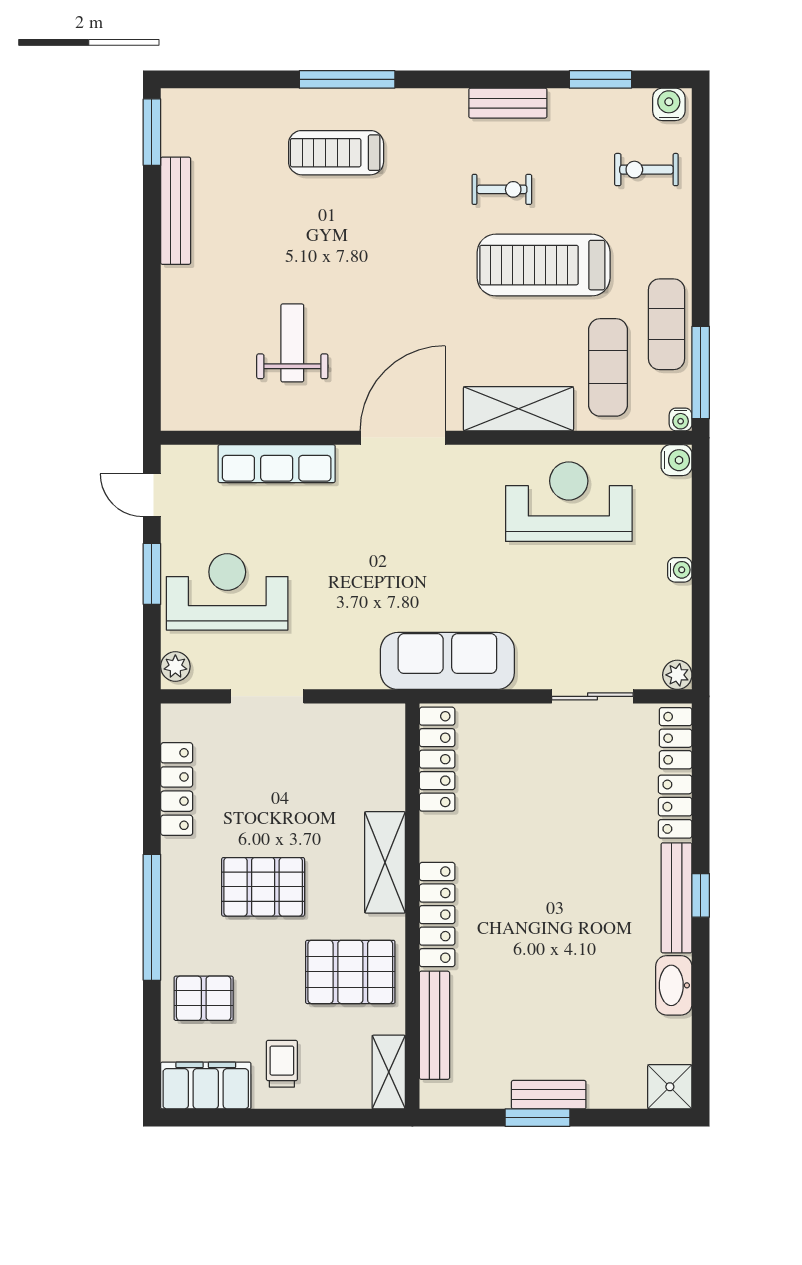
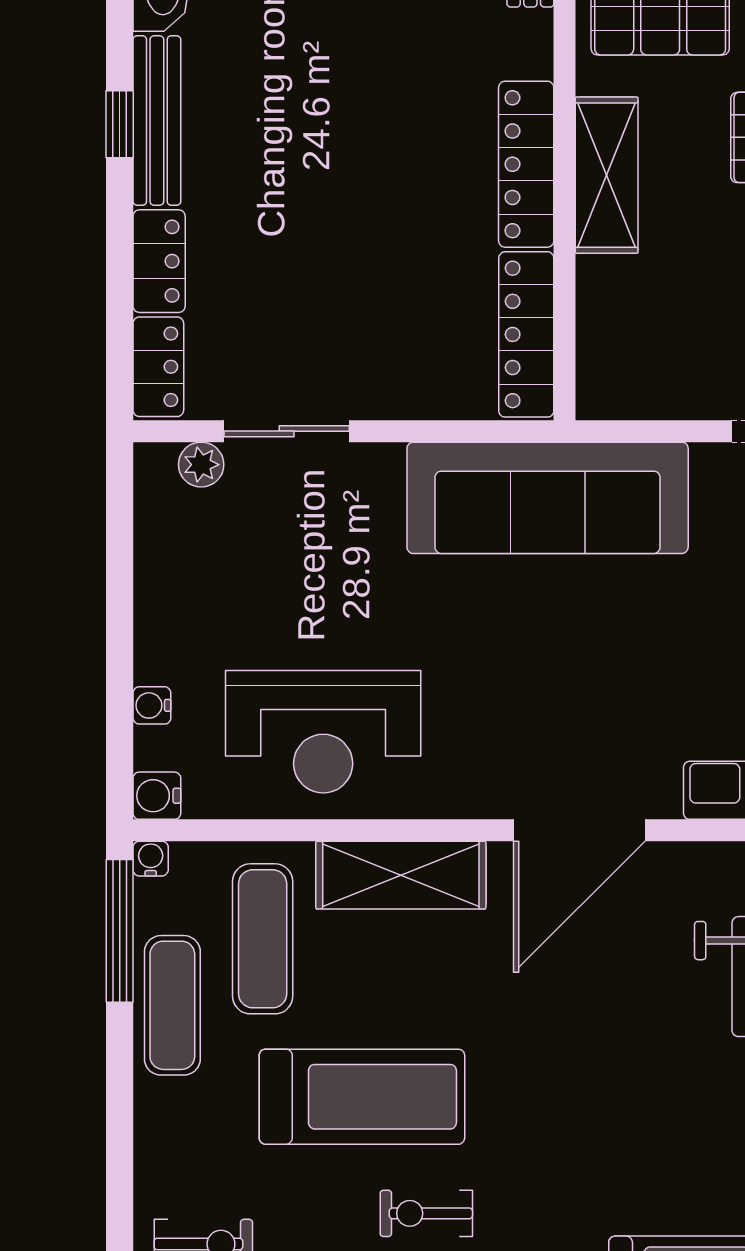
water cooler: (680, 570) -> (152, 705), moved
sofa: (447, 661) -> (548, 498), width x1.36, depth x1.27
plant: (677, 675) -> (201, 465), moved
locker: (437, 915) -> (526, 164), moved

